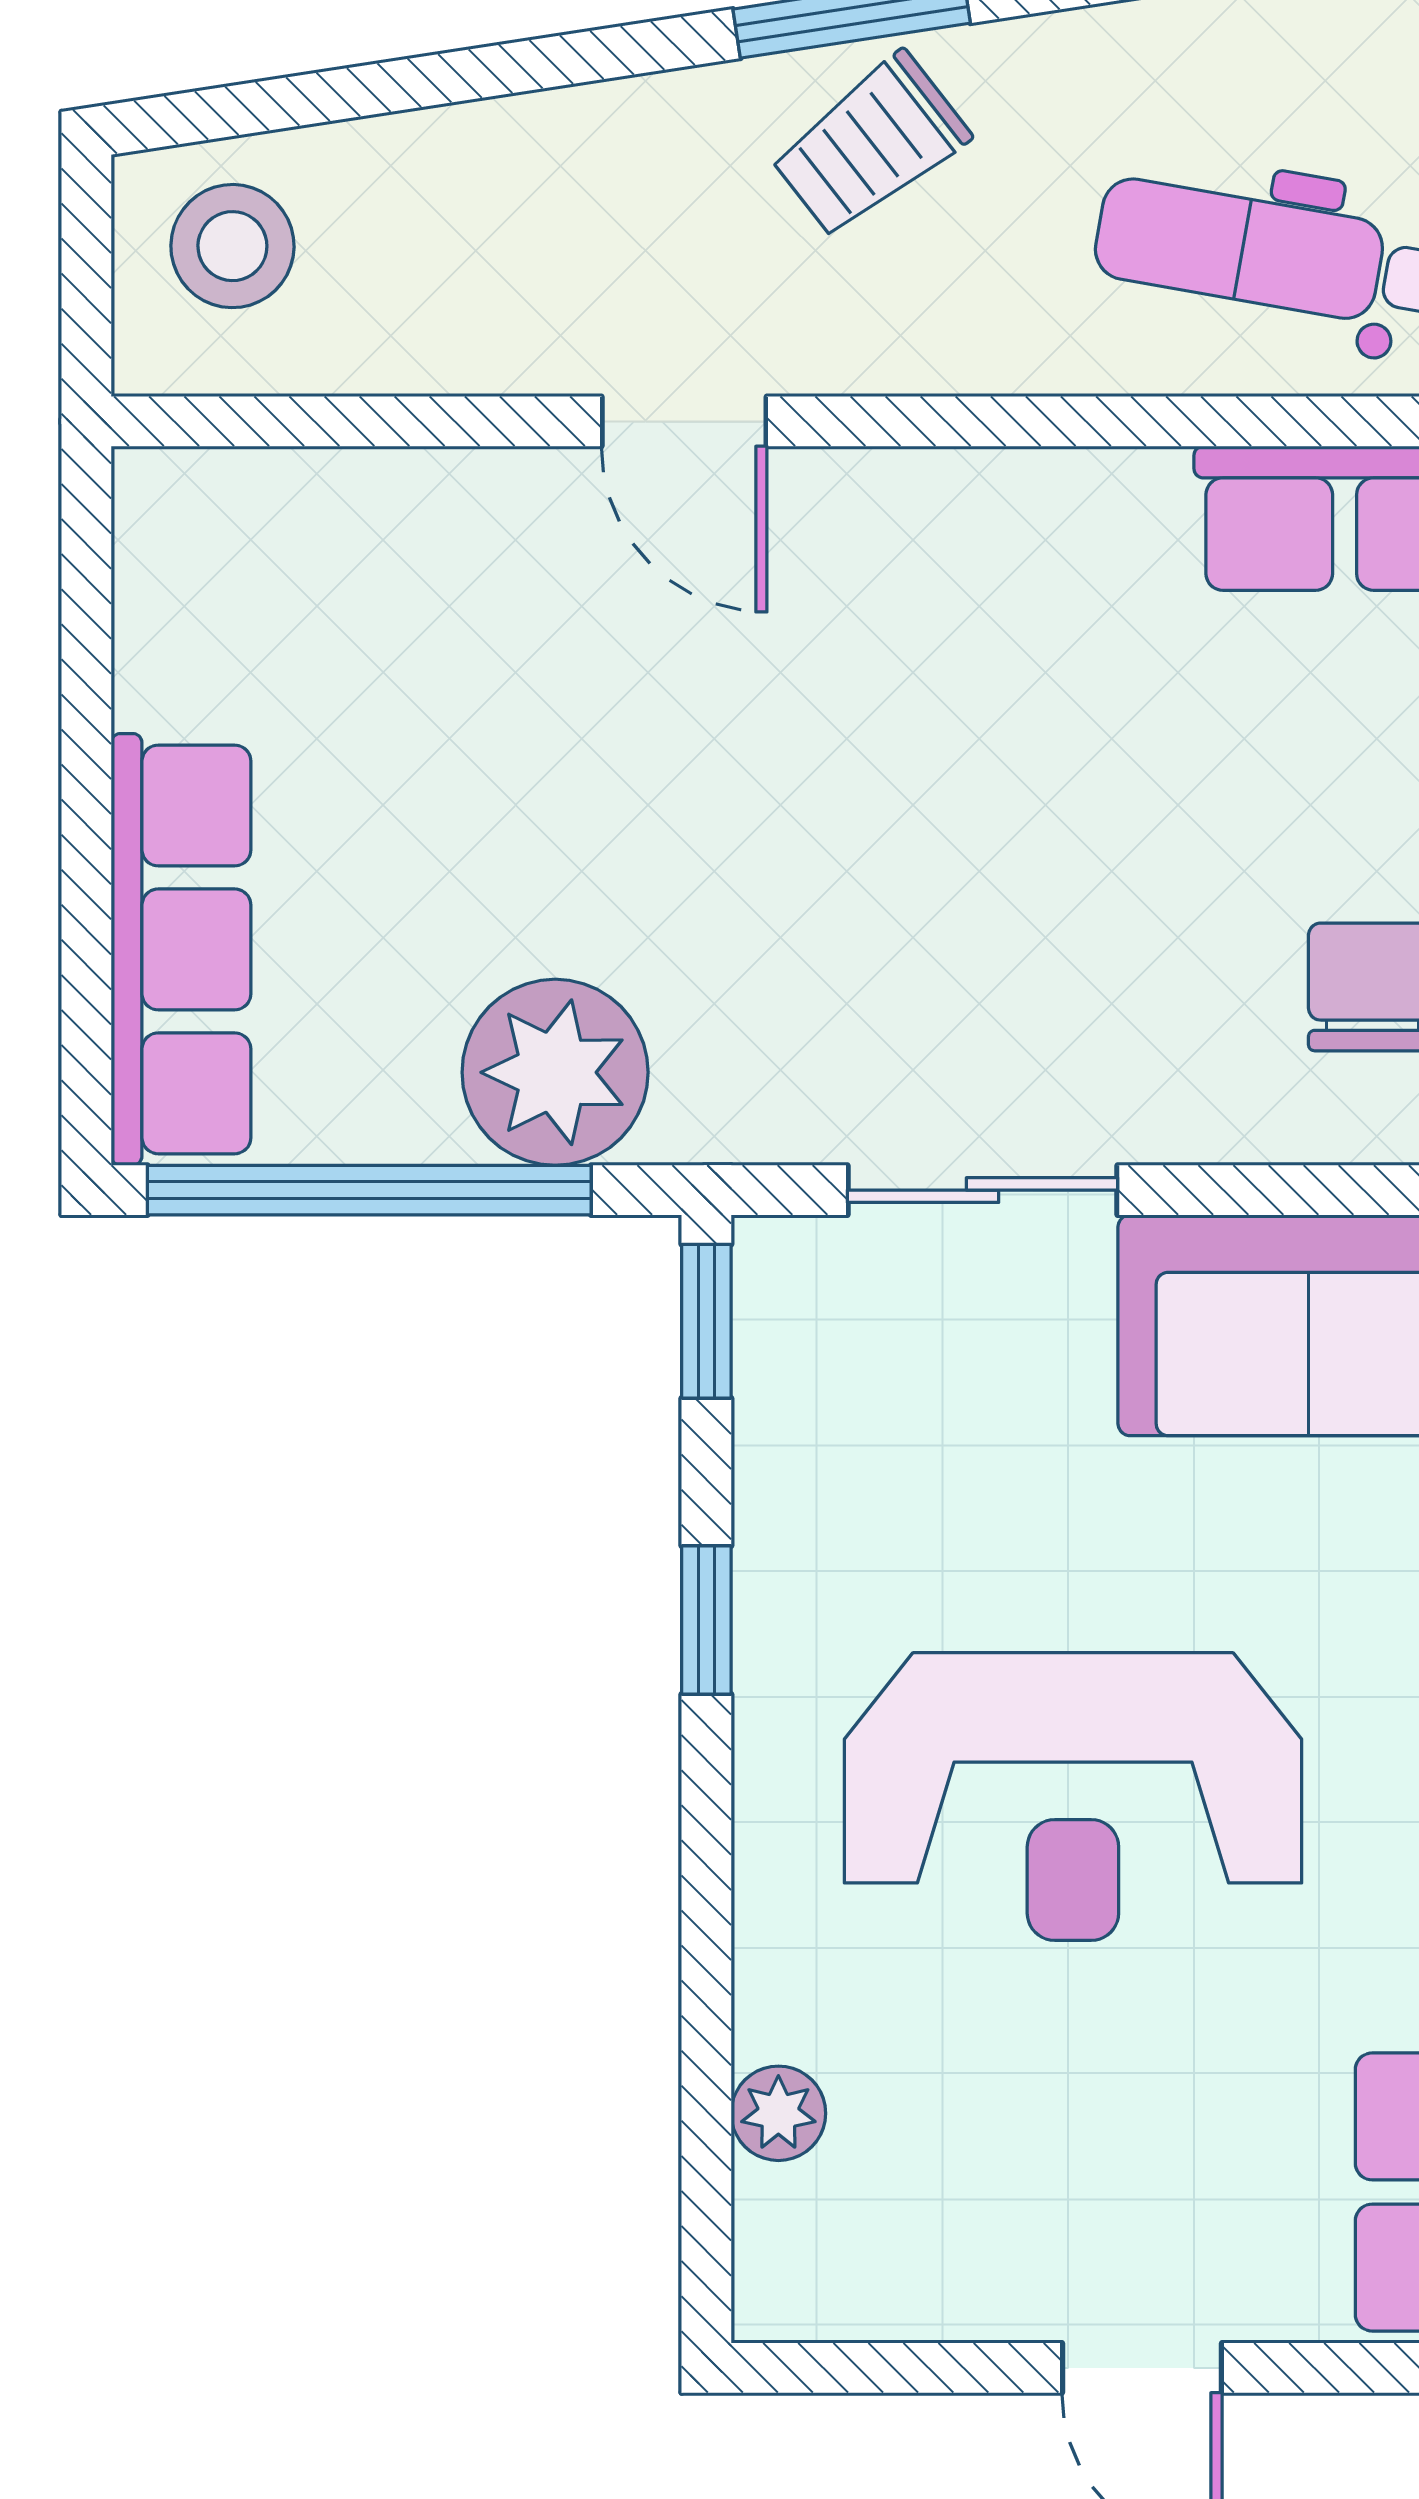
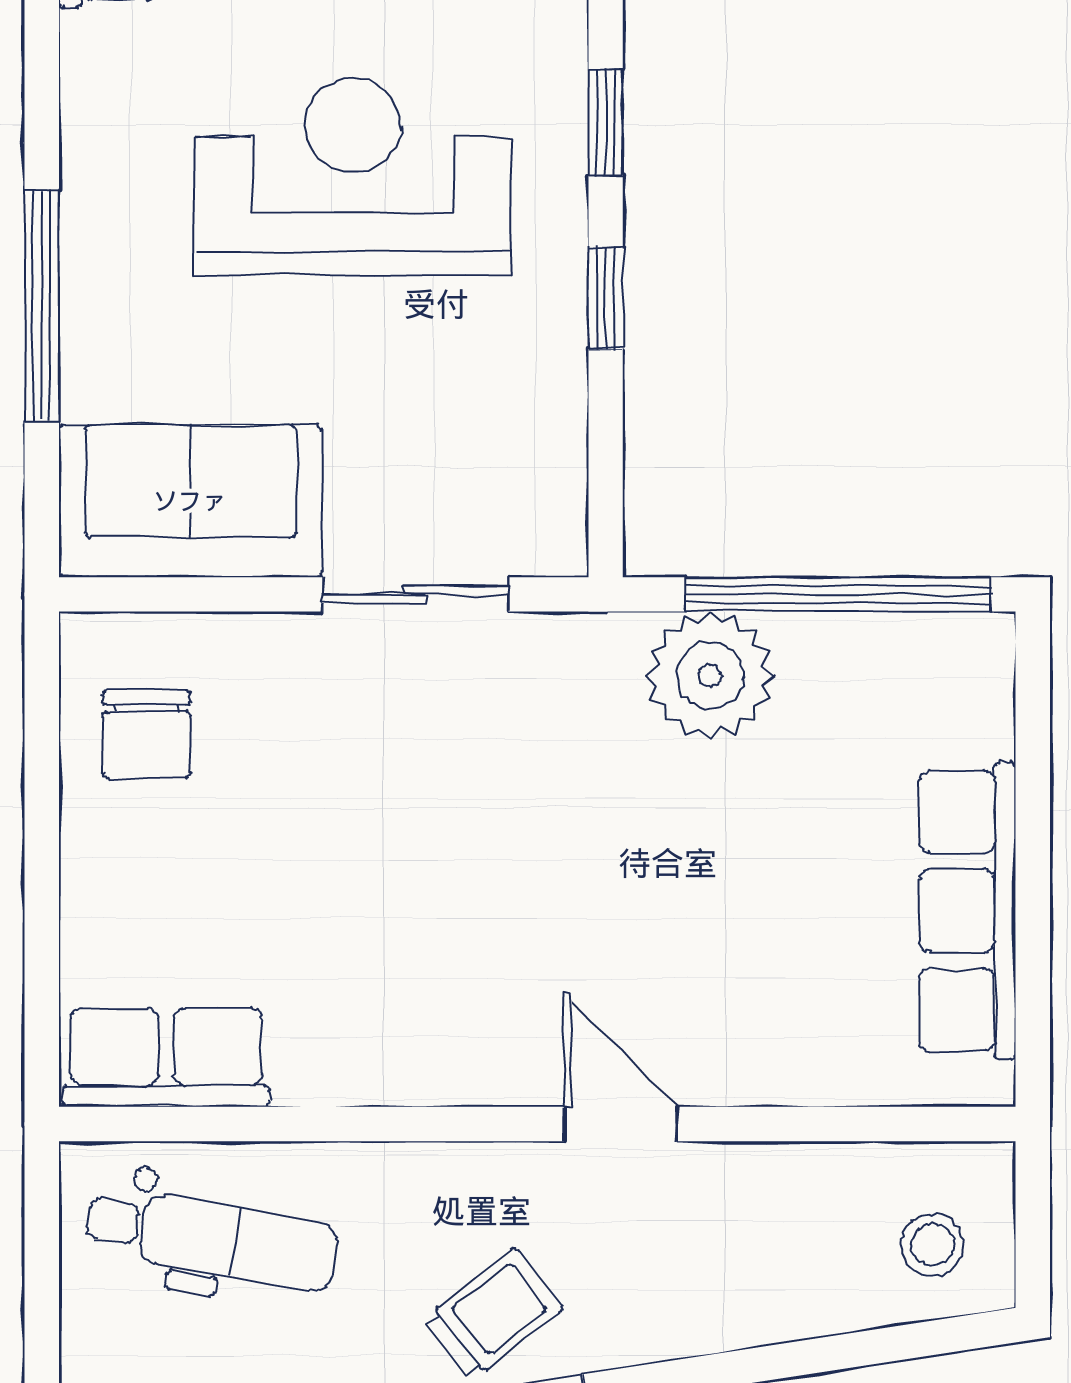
stool: (232, 246) -> (932, 1245), width x0.73, depth x0.73
row of seats: (181, 949) -> (968, 911), moved
window: (706, 1321) -> (606, 122), moved

